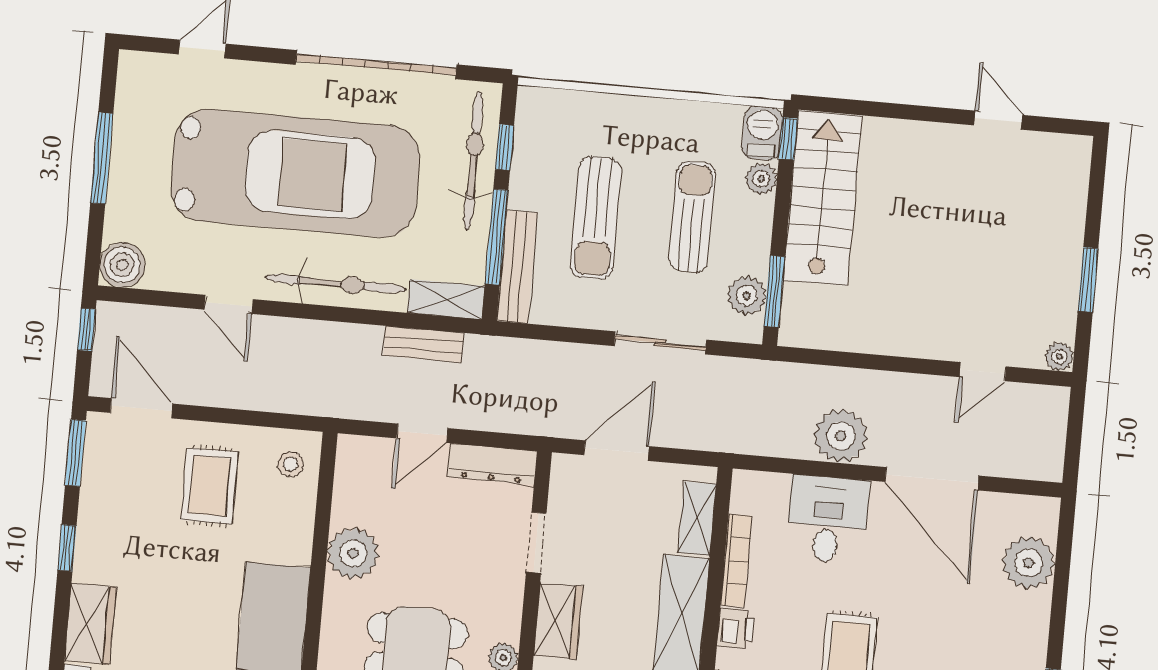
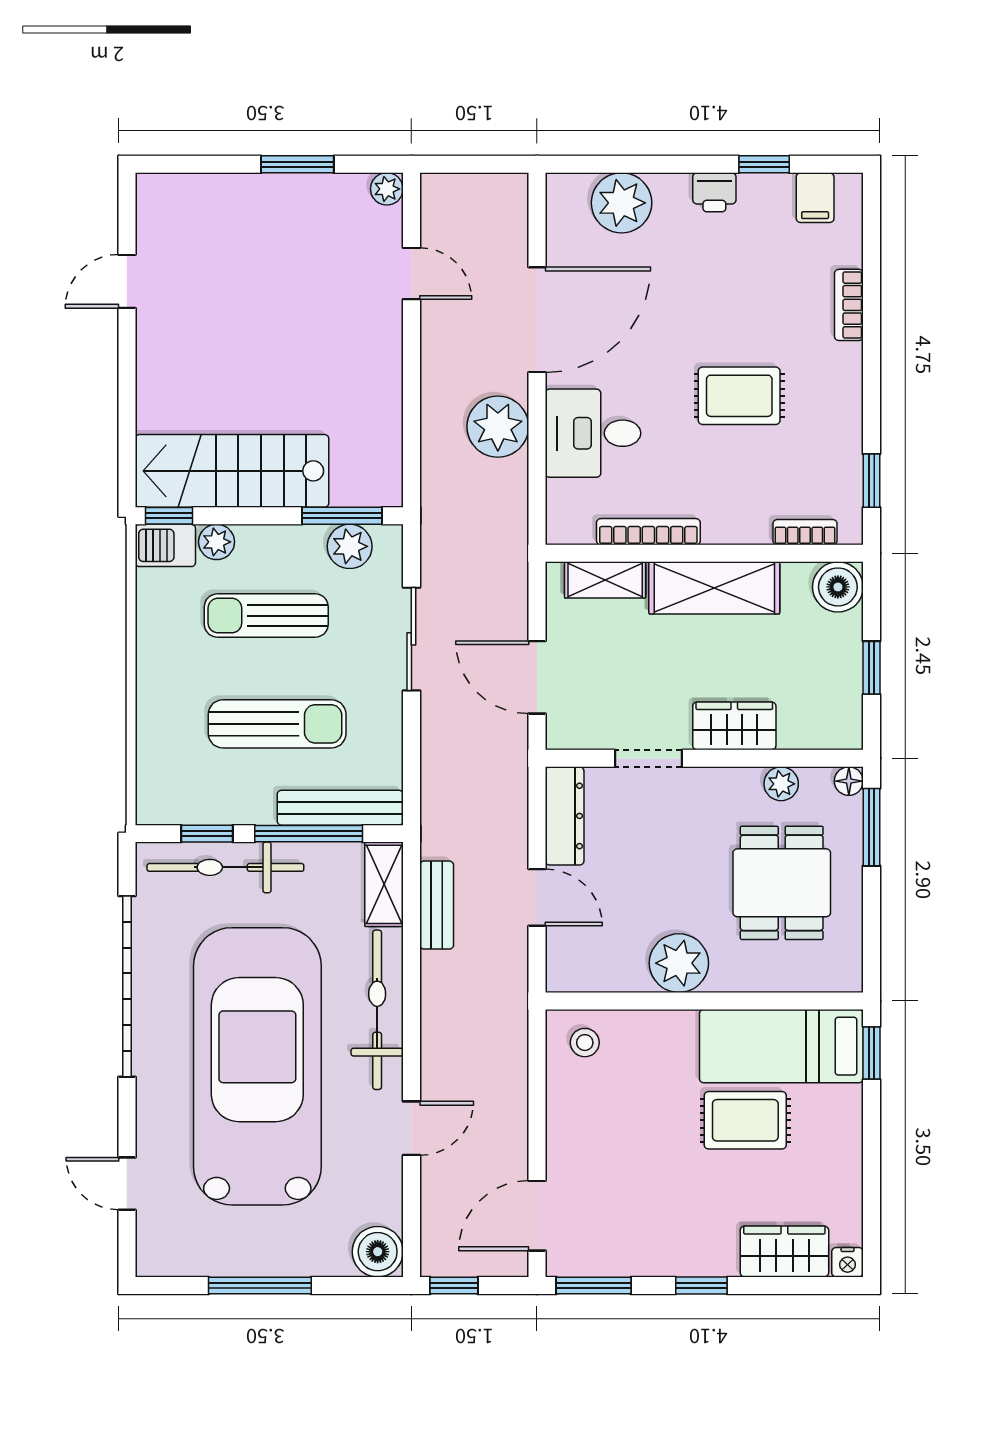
rug: (209, 486) -> (745, 1120), moved
printer: (736, 629) -> (714, 192), moved, turned 180

